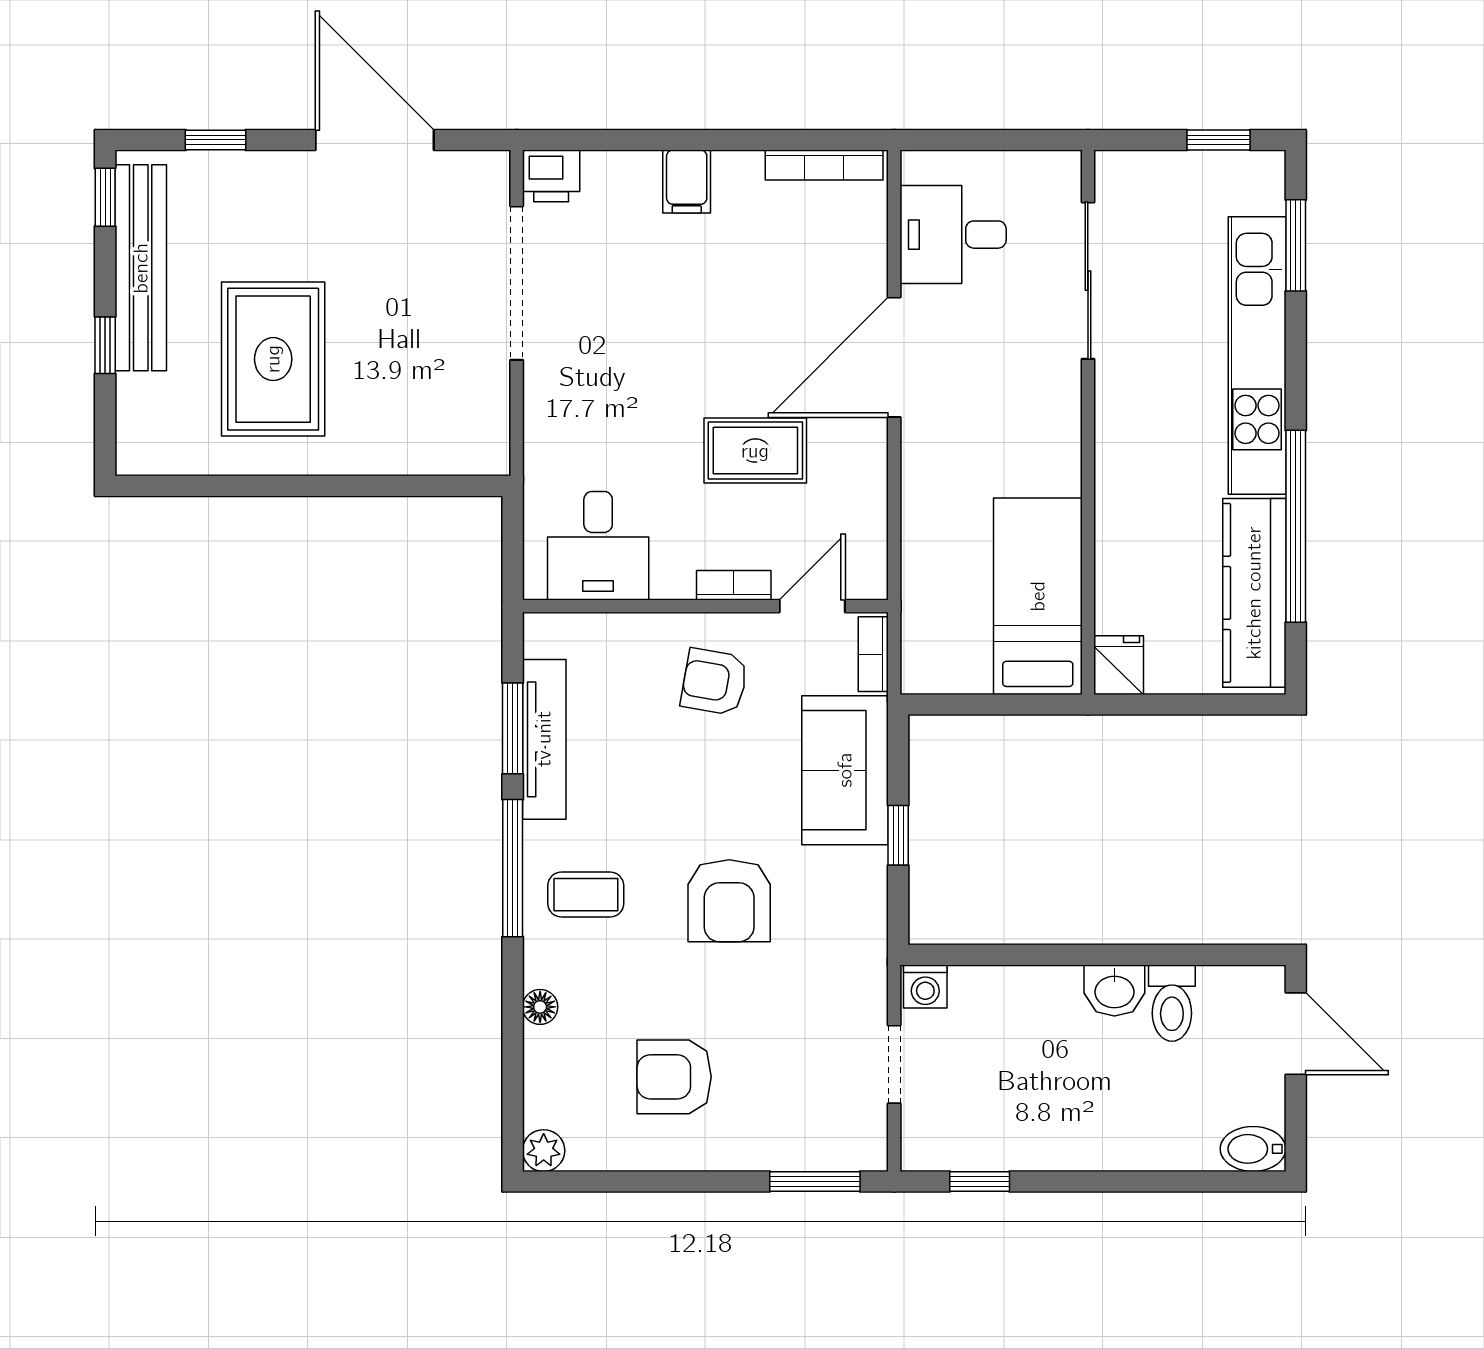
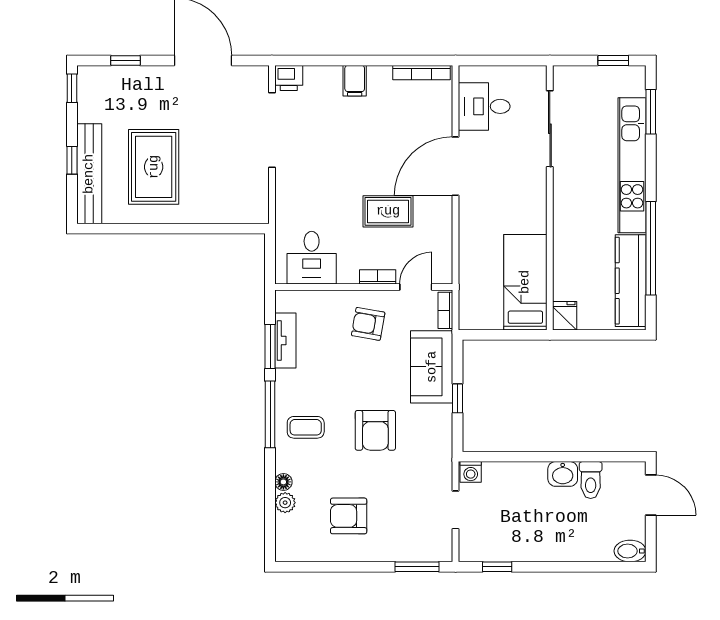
bench: (141, 268) -> (89, 174), moved
tv unit: (544, 739) -> (285, 341), width x0.71
plant: (544, 1151) -> (285, 503), moved

